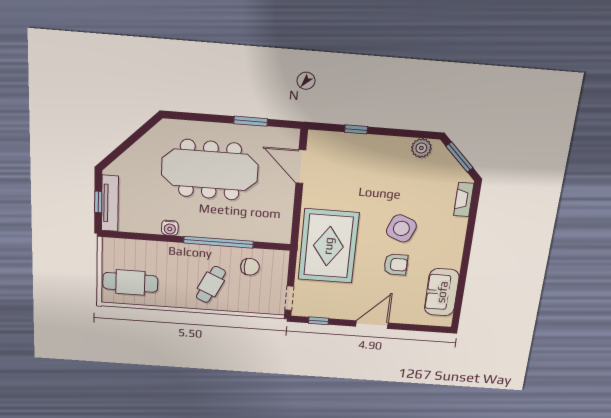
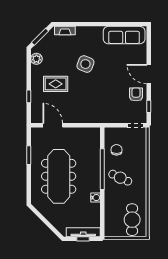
door: (301, 167) -> (53, 125), swing flipped
rug: (328, 246) -> (56, 84), moved, width x0.54, depth x0.49
armchair: (396, 264) -> (136, 94), moved
cafe table: (211, 284) -> (120, 178), moved
sofa: (442, 292) -> (124, 35), width x1.36

